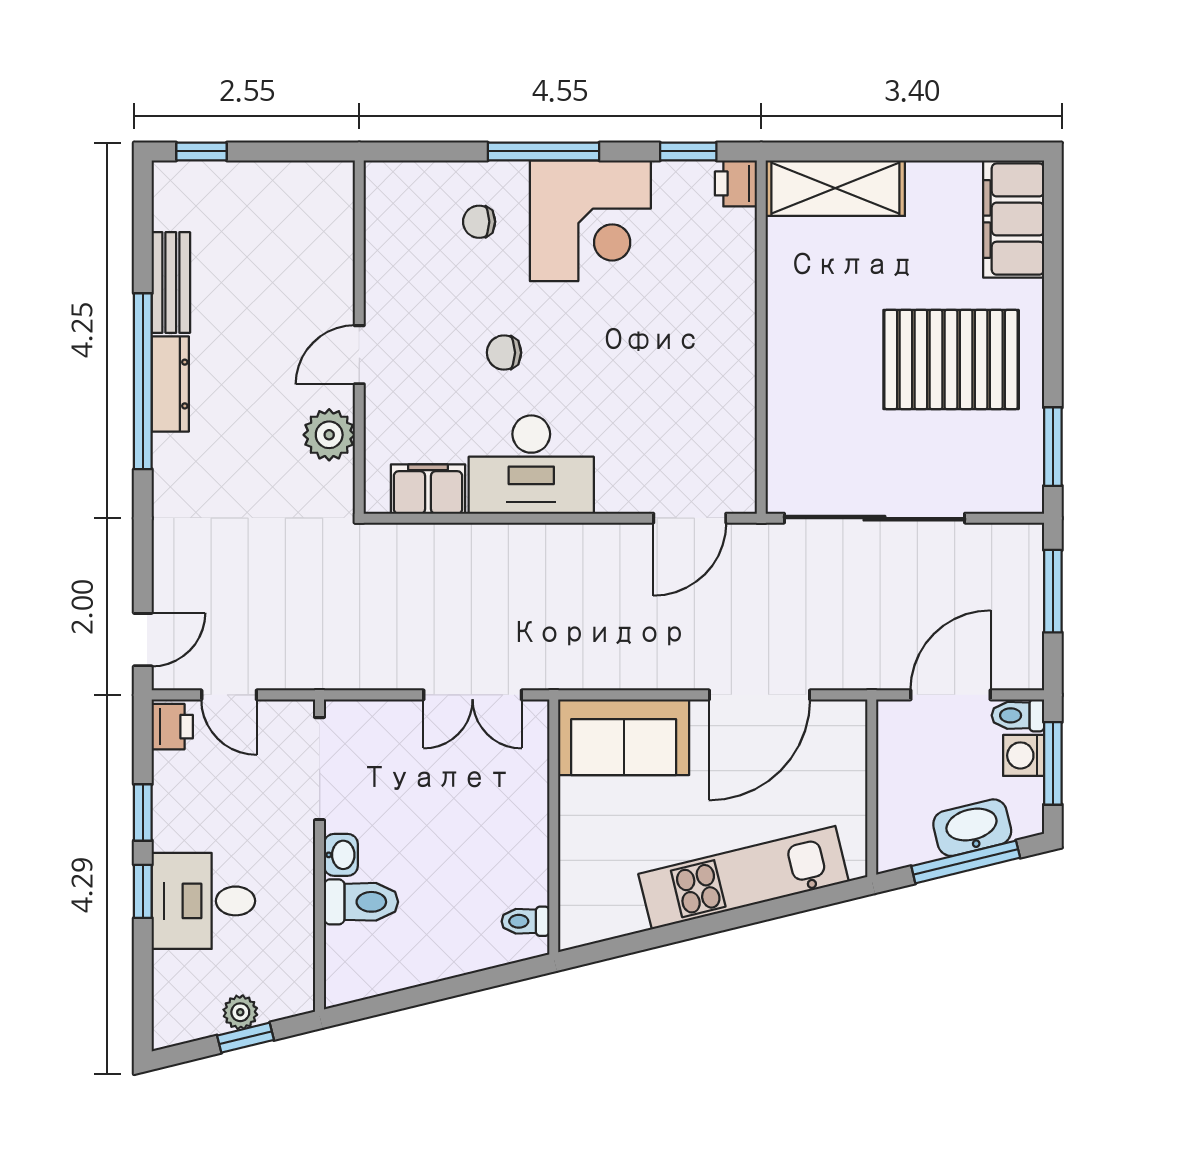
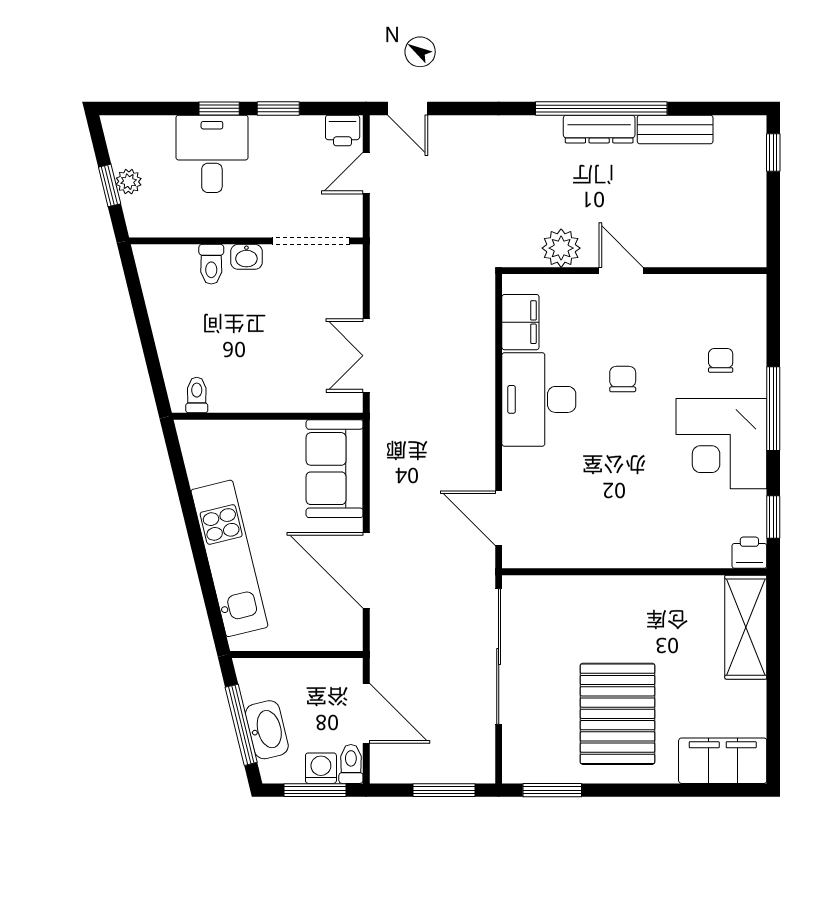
toilet: (361, 902) -> (211, 264), width x0.73, depth x0.72

